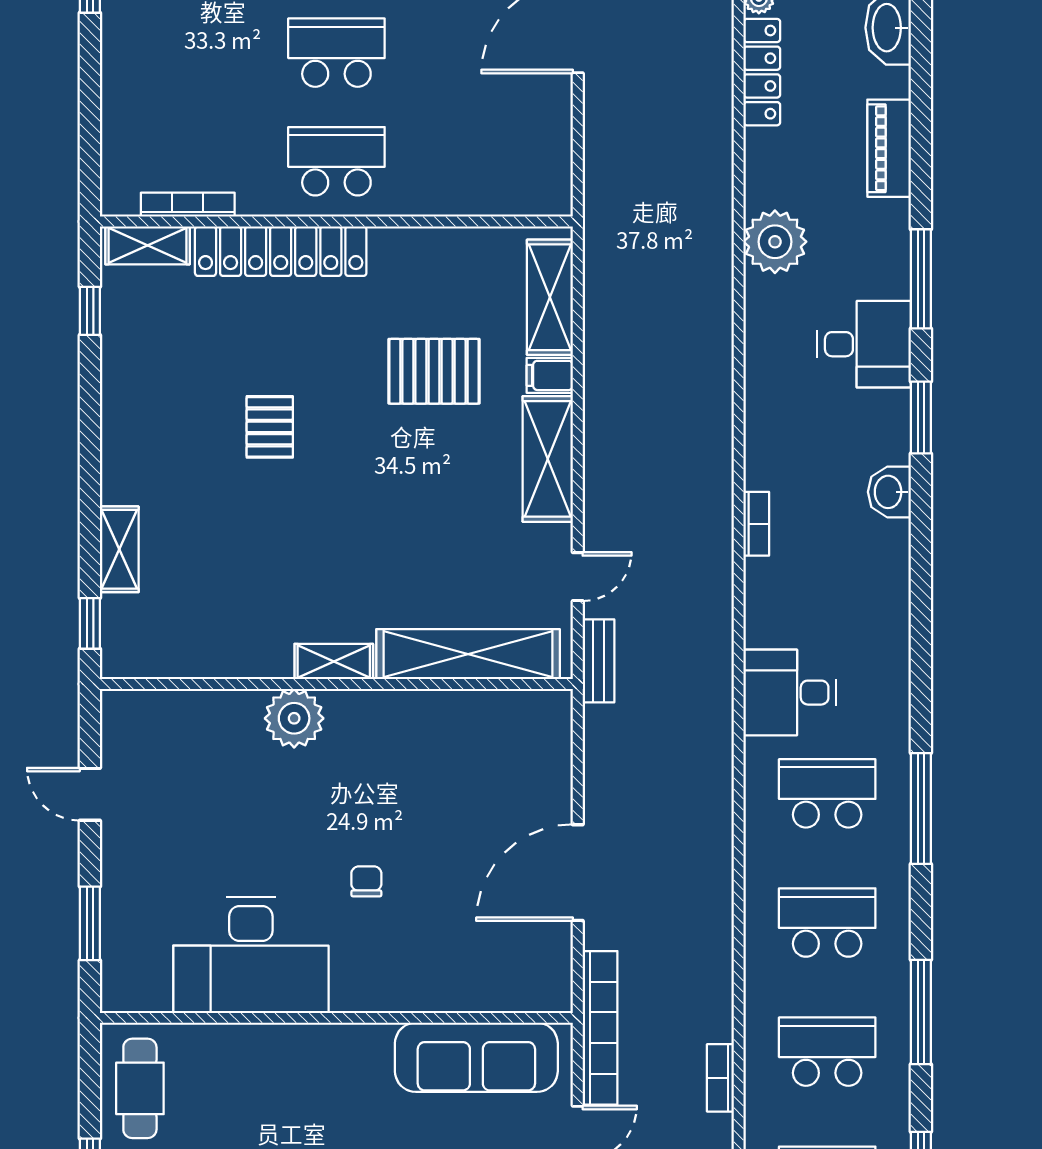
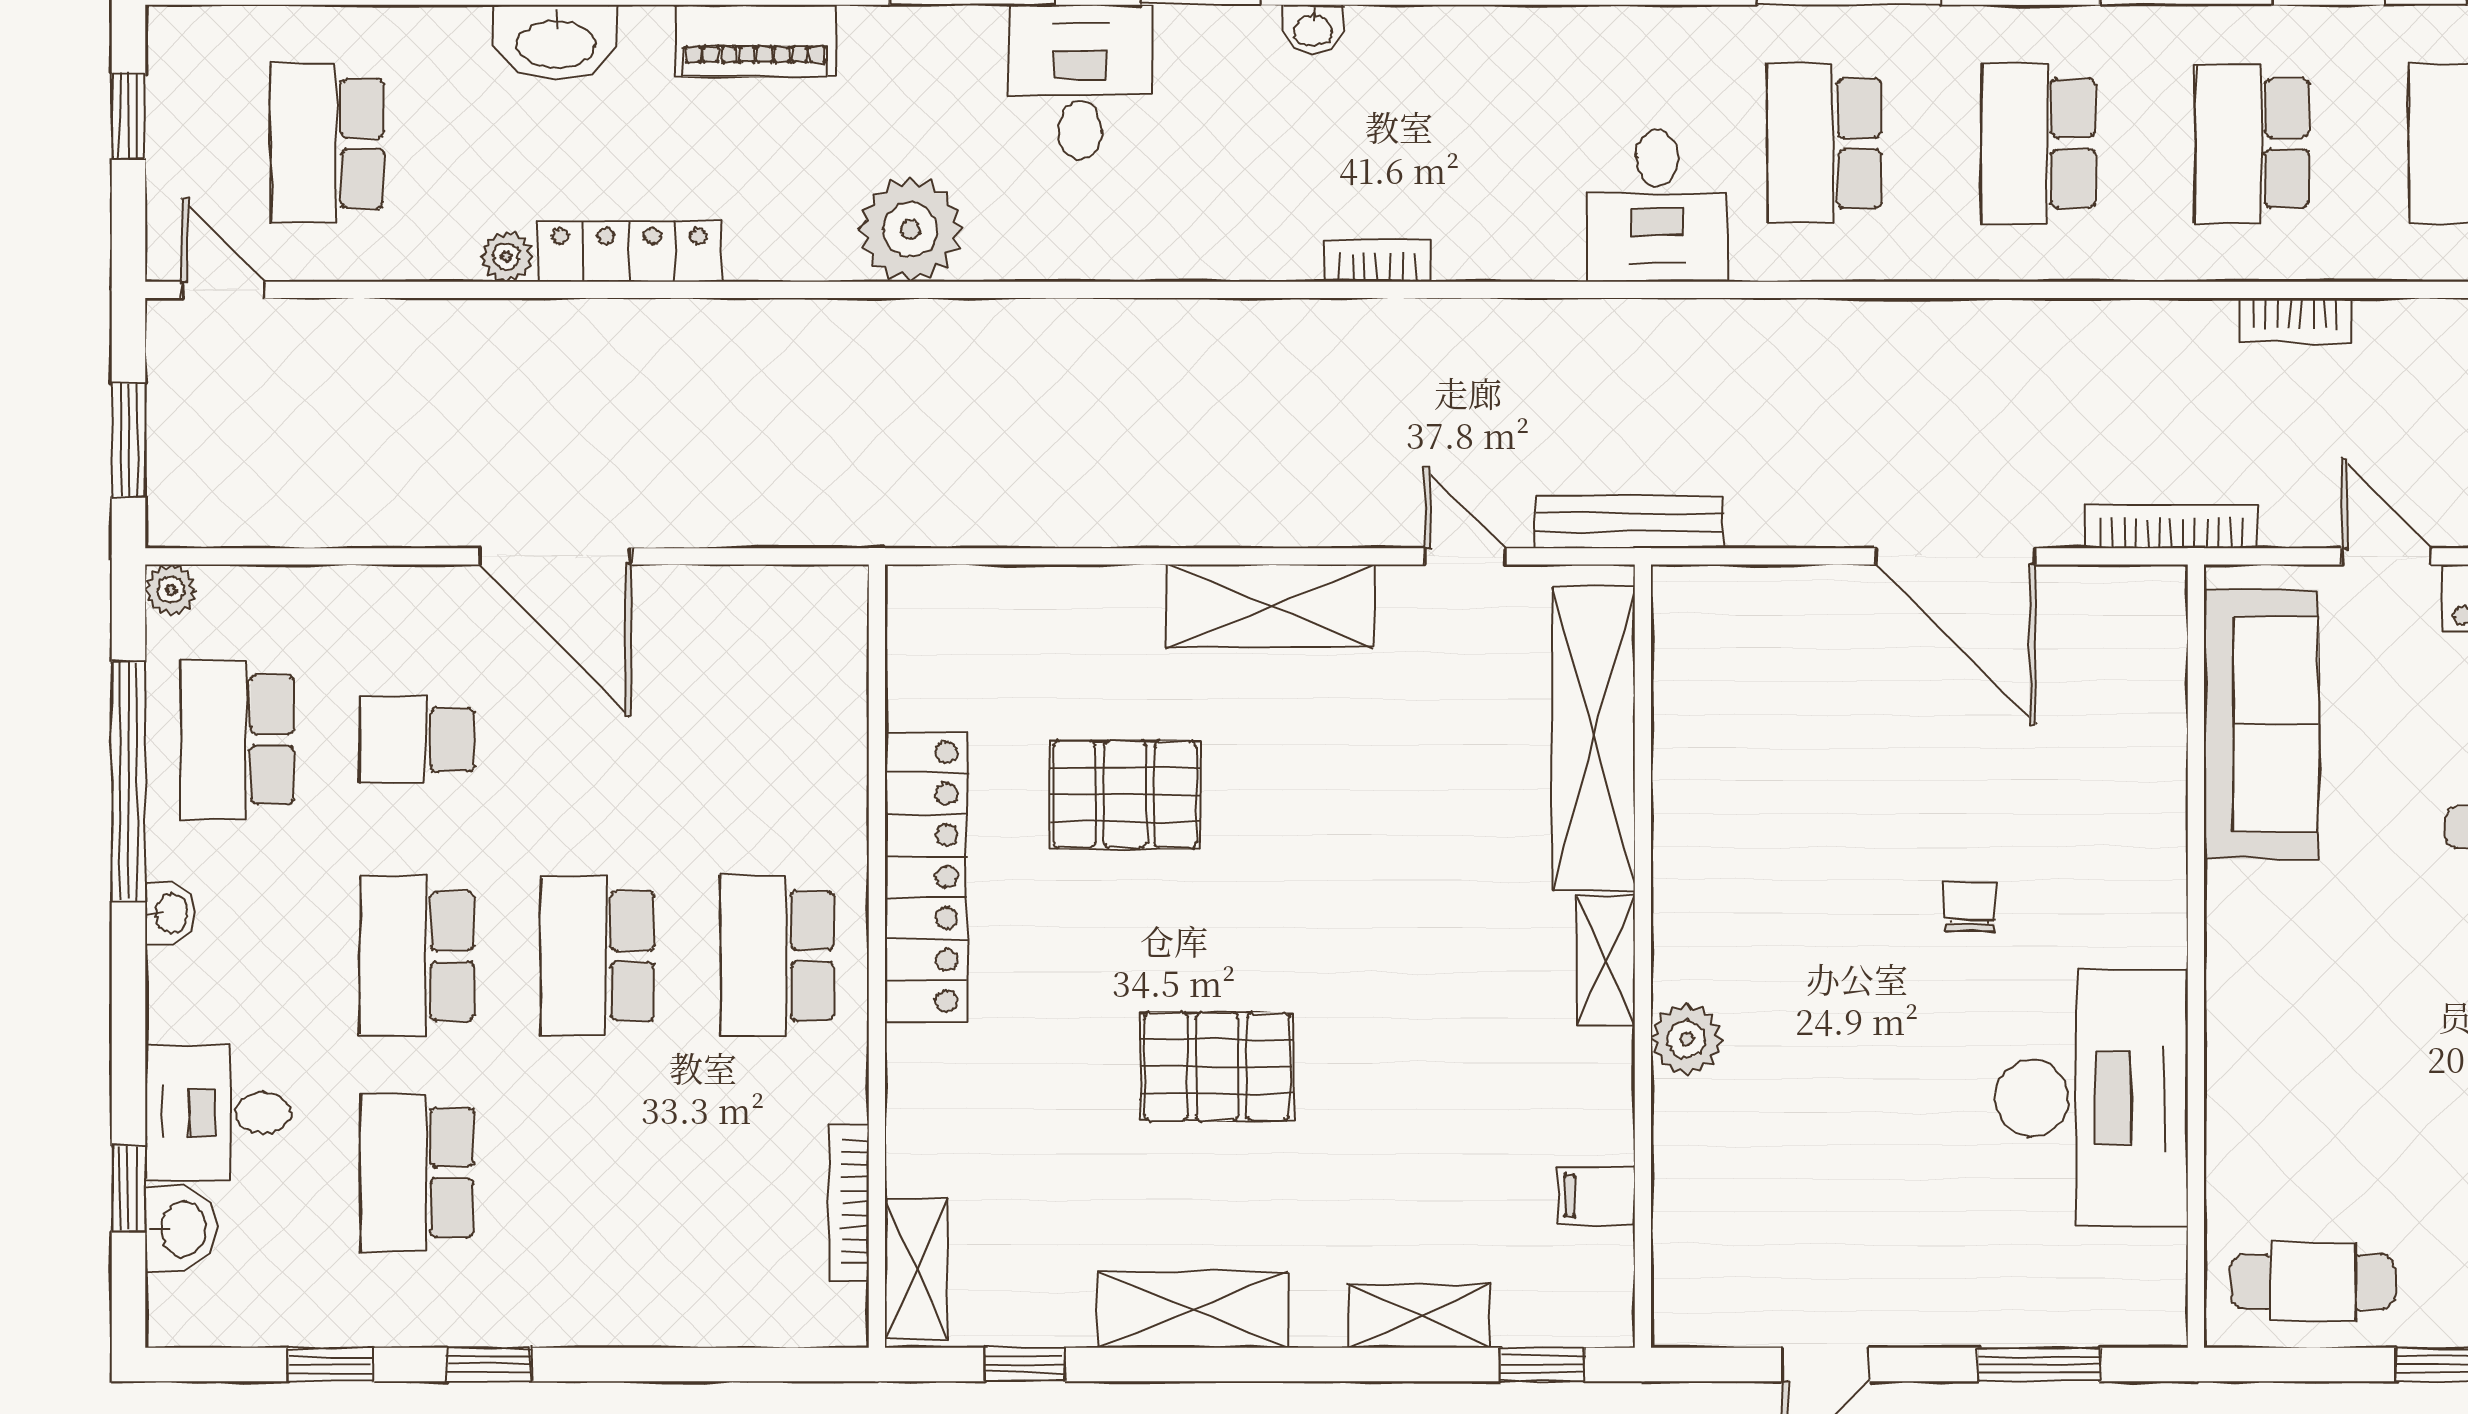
locker: (281, 251) -> (926, 877), moved
shelving: (550, 297) -> (1193, 1310), moved
pallet: (434, 371) -> (1125, 795), turned 90
filing cabinet: (550, 375) -> (1596, 1196), moved, turned 90
pallet: (270, 427) -> (1217, 1067), width x1.50, depth x1.42
washbasin: (889, 492) -> (1313, 29), width x0.72, depth x0.69
bench: (598, 661) -> (1630, 522), width x1.36
plant: (294, 718) -> (1687, 1039), width x0.73, depth x0.73
chair: (366, 881) -> (1970, 907), turned 90
bookcase: (600, 1028) -> (2171, 526), width x0.68, depth x0.76

